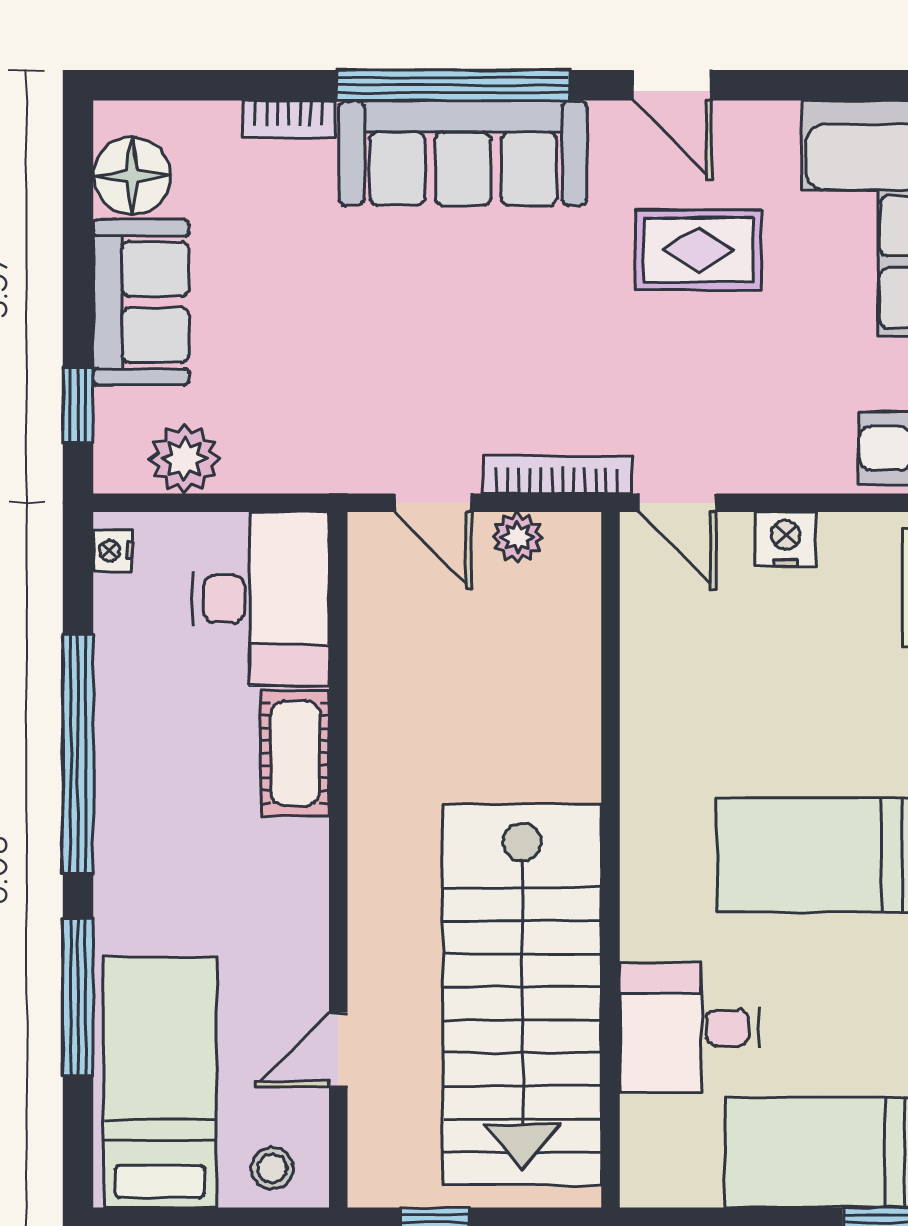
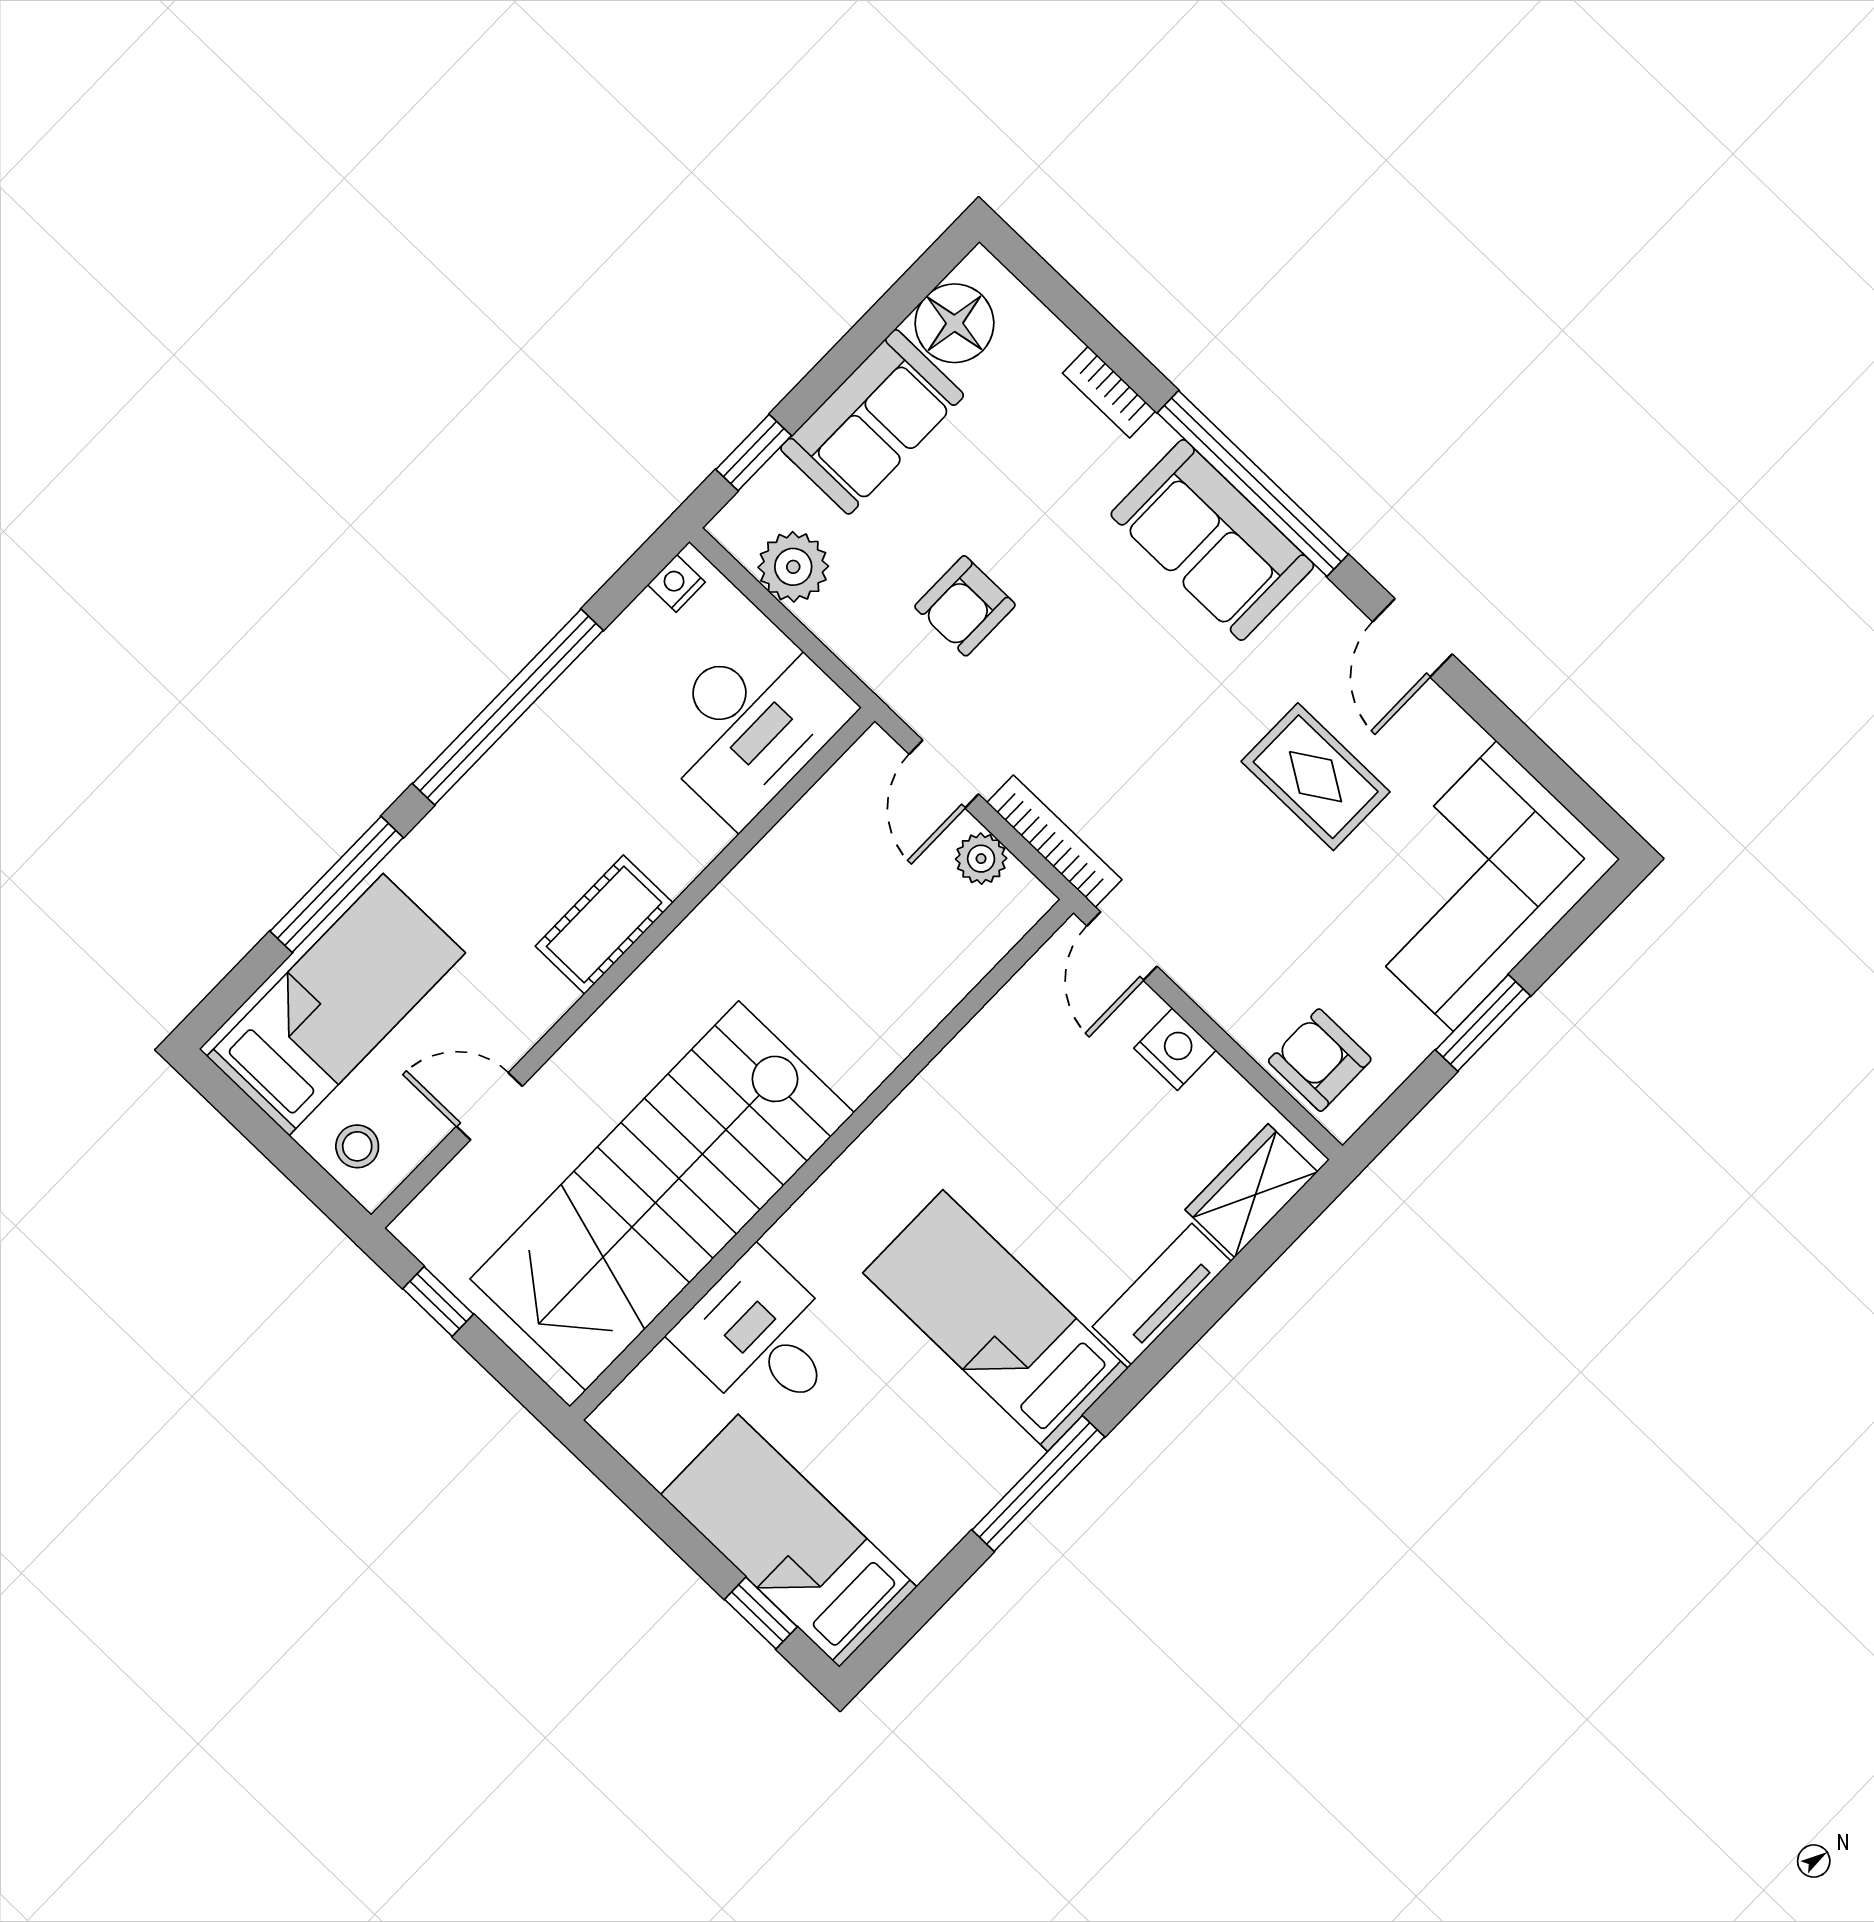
sofa: (463, 153) -> (1212, 540), width x0.73
armchair: (333, 369) -> (965, 606), added
cot: (295, 753) -> (604, 925), moved

